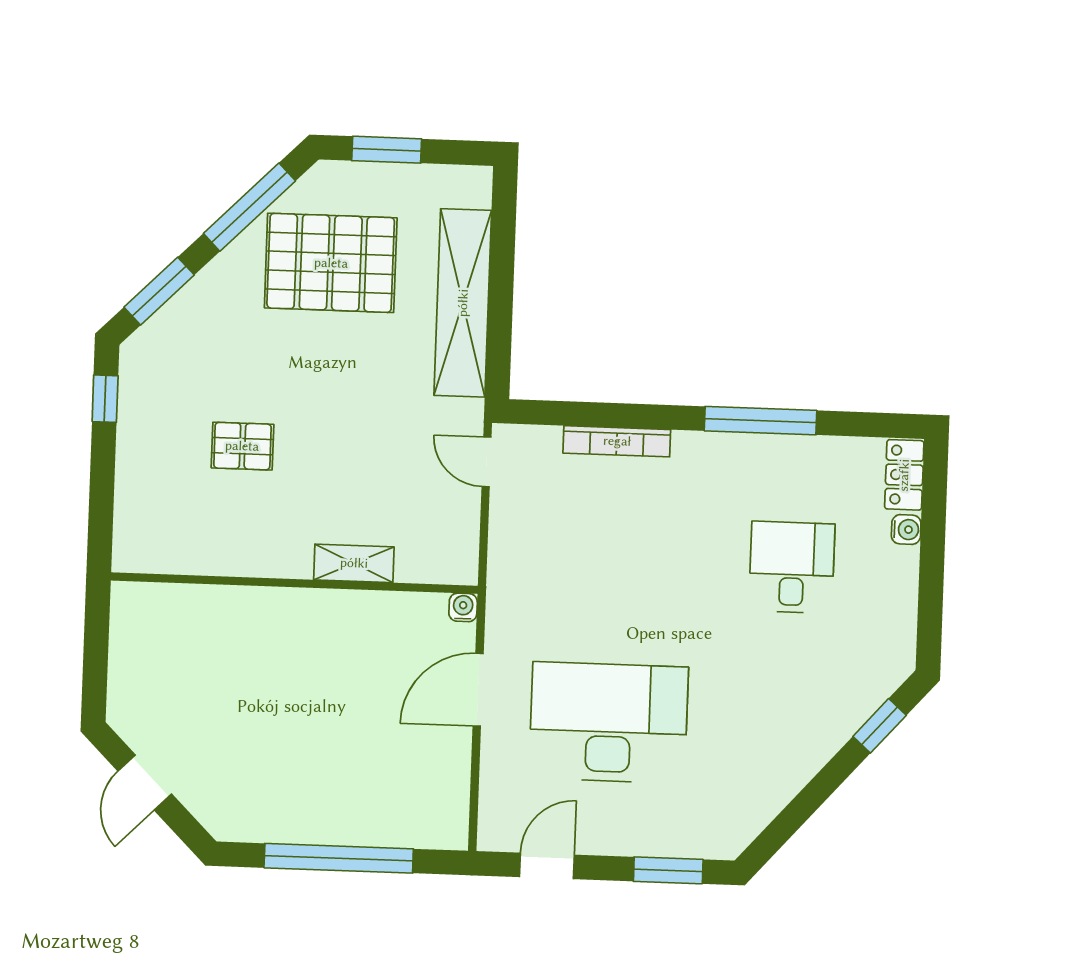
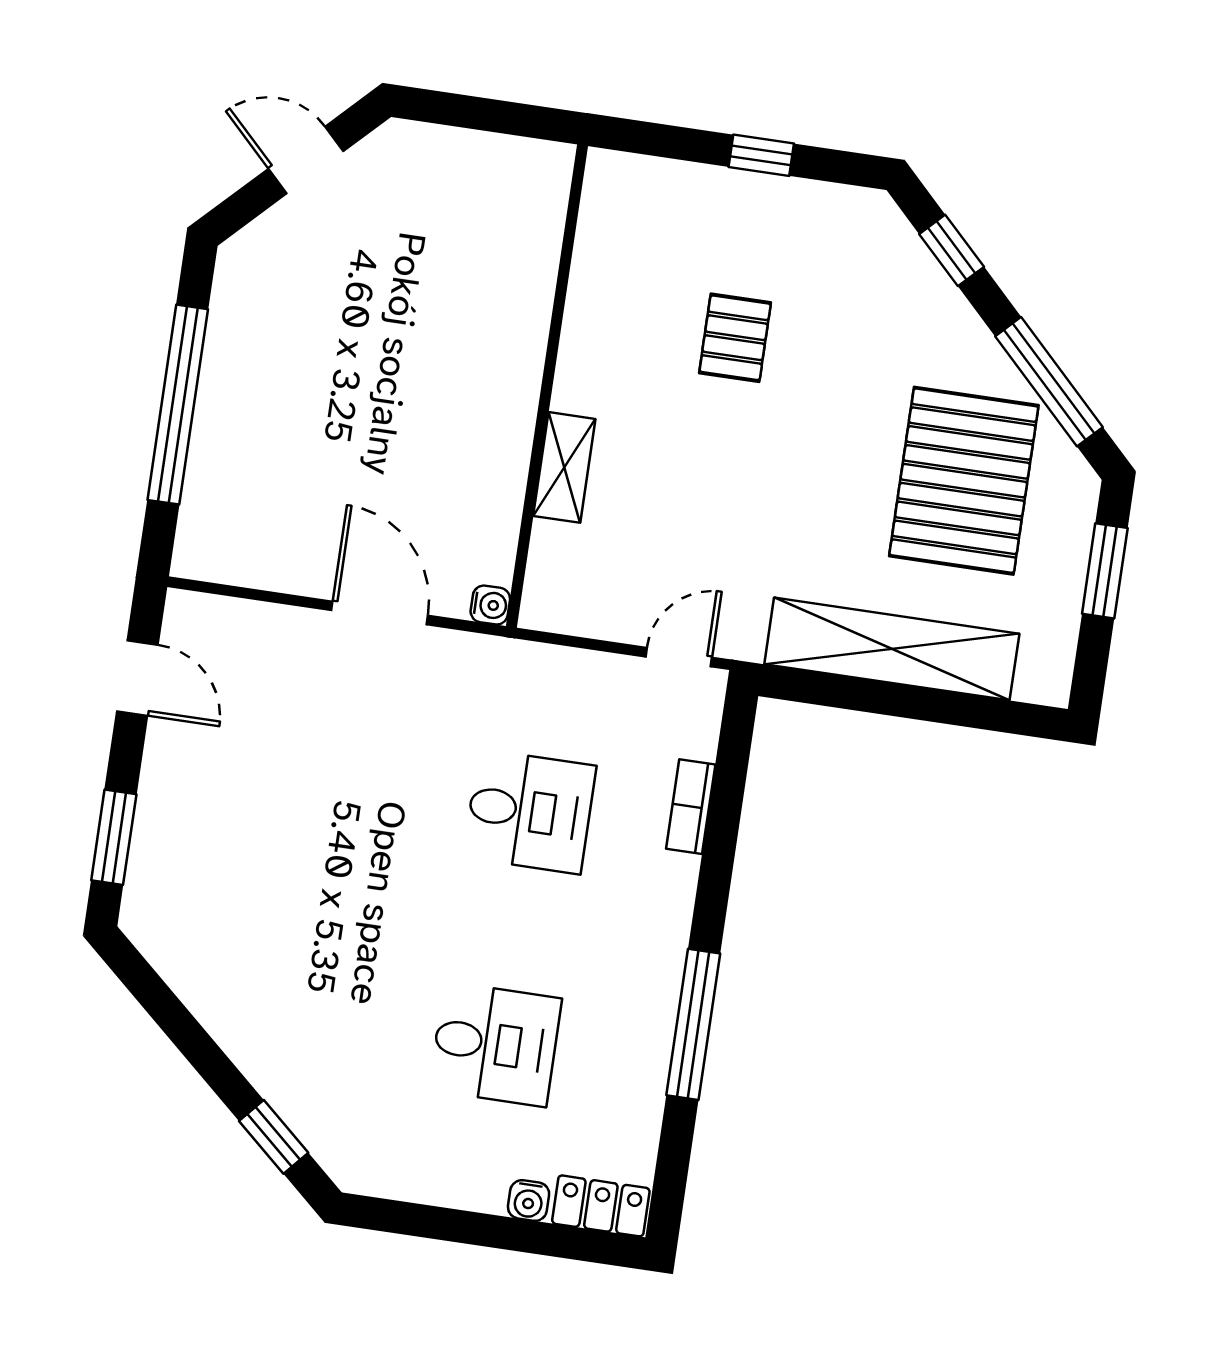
window: (159, 291) -> (952, 250), width x0.67
window: (105, 399) -> (761, 155), moved
bookcase: (617, 441) -> (691, 807), width x0.64
desk: (609, 723) -> (530, 811), moved, width x0.53, depth x0.77

